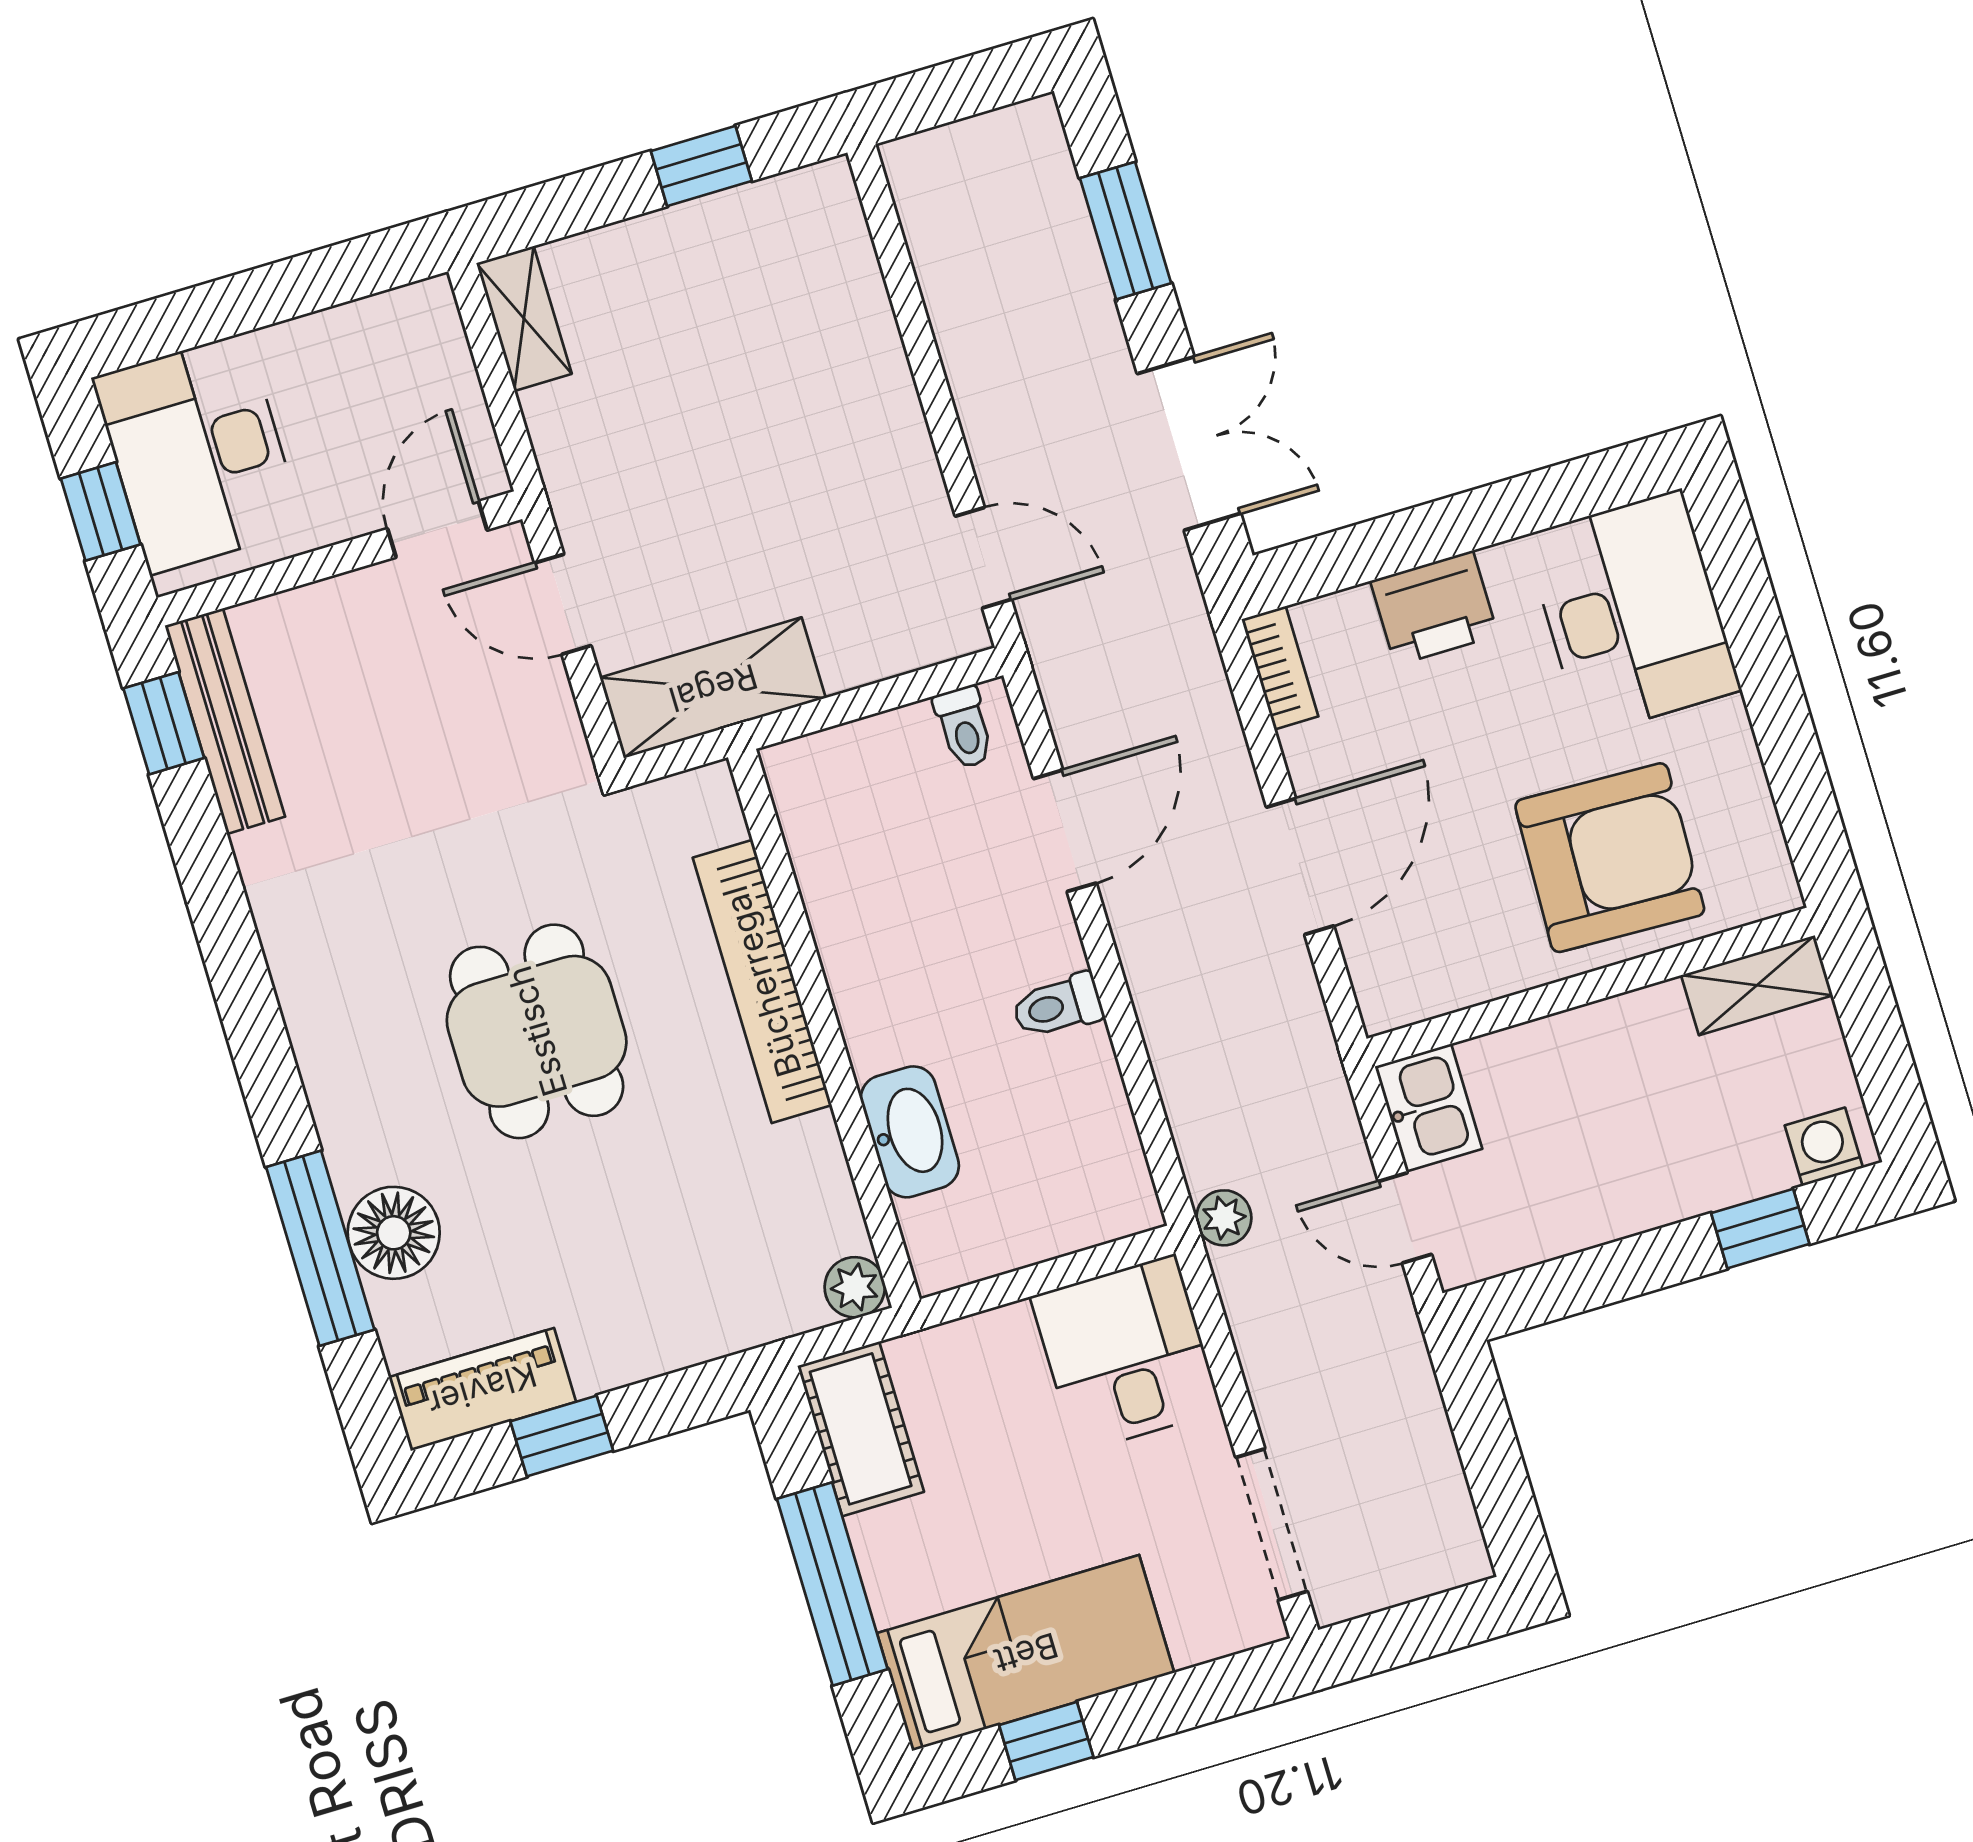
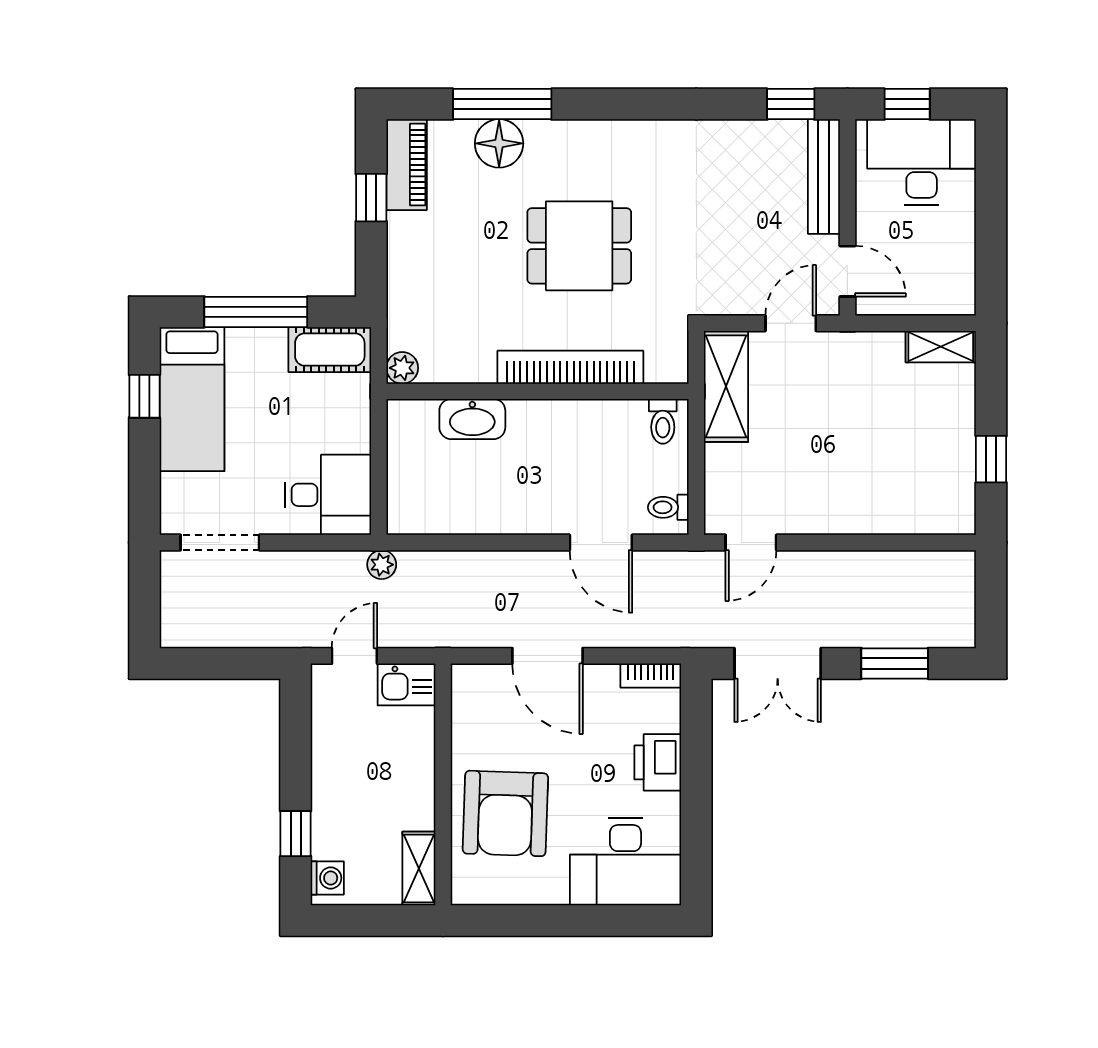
bench: (225, 721) -> (824, 176), moved, turned 90
toilet: (1058, 1006) -> (663, 421), moved, turned 180

